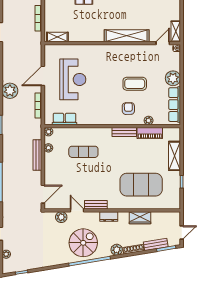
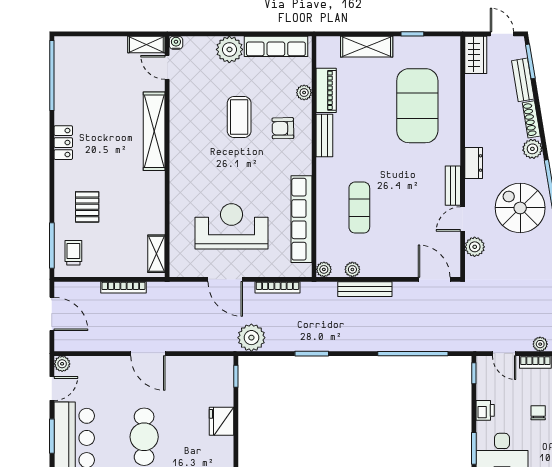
row of seats: (64, 119) -> (301, 219), width x2.02
wardrobe: (140, 218) -> (476, 55), moved

